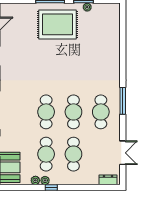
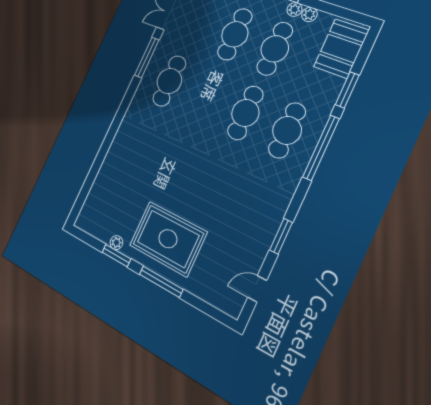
window: (123, 101) -> (147, 58), moved
cafe table: (73, 112) -> (287, 130), moved

